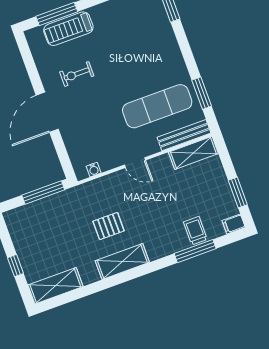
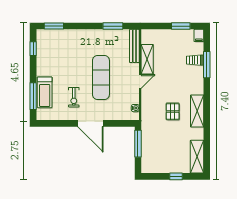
exercise mat: (157, 106) -> (101, 78), moved
shelving: (193, 153) -> (147, 59), moved

